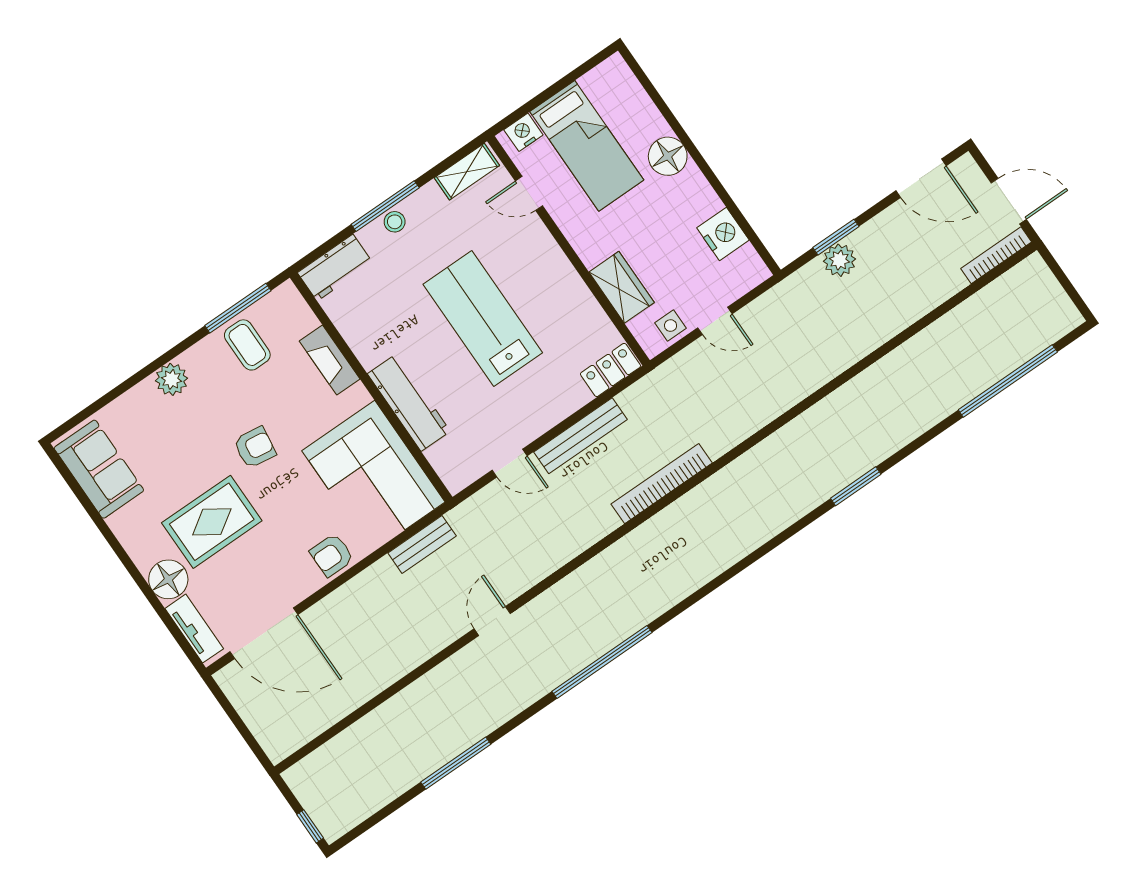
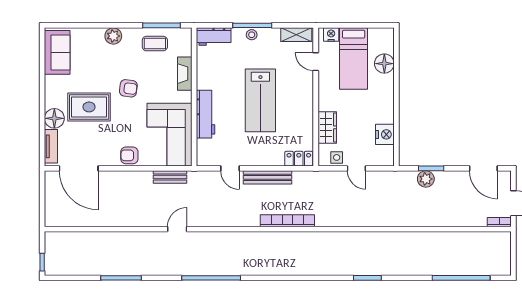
floor lamp: (668, 156) -> (384, 64), moved
bookcase: (996, 255) -> (499, 222), width x0.64
lab bench: (483, 319) -> (260, 100), turned 180
coffee table: (247, 345) -> (155, 44), turned 90

